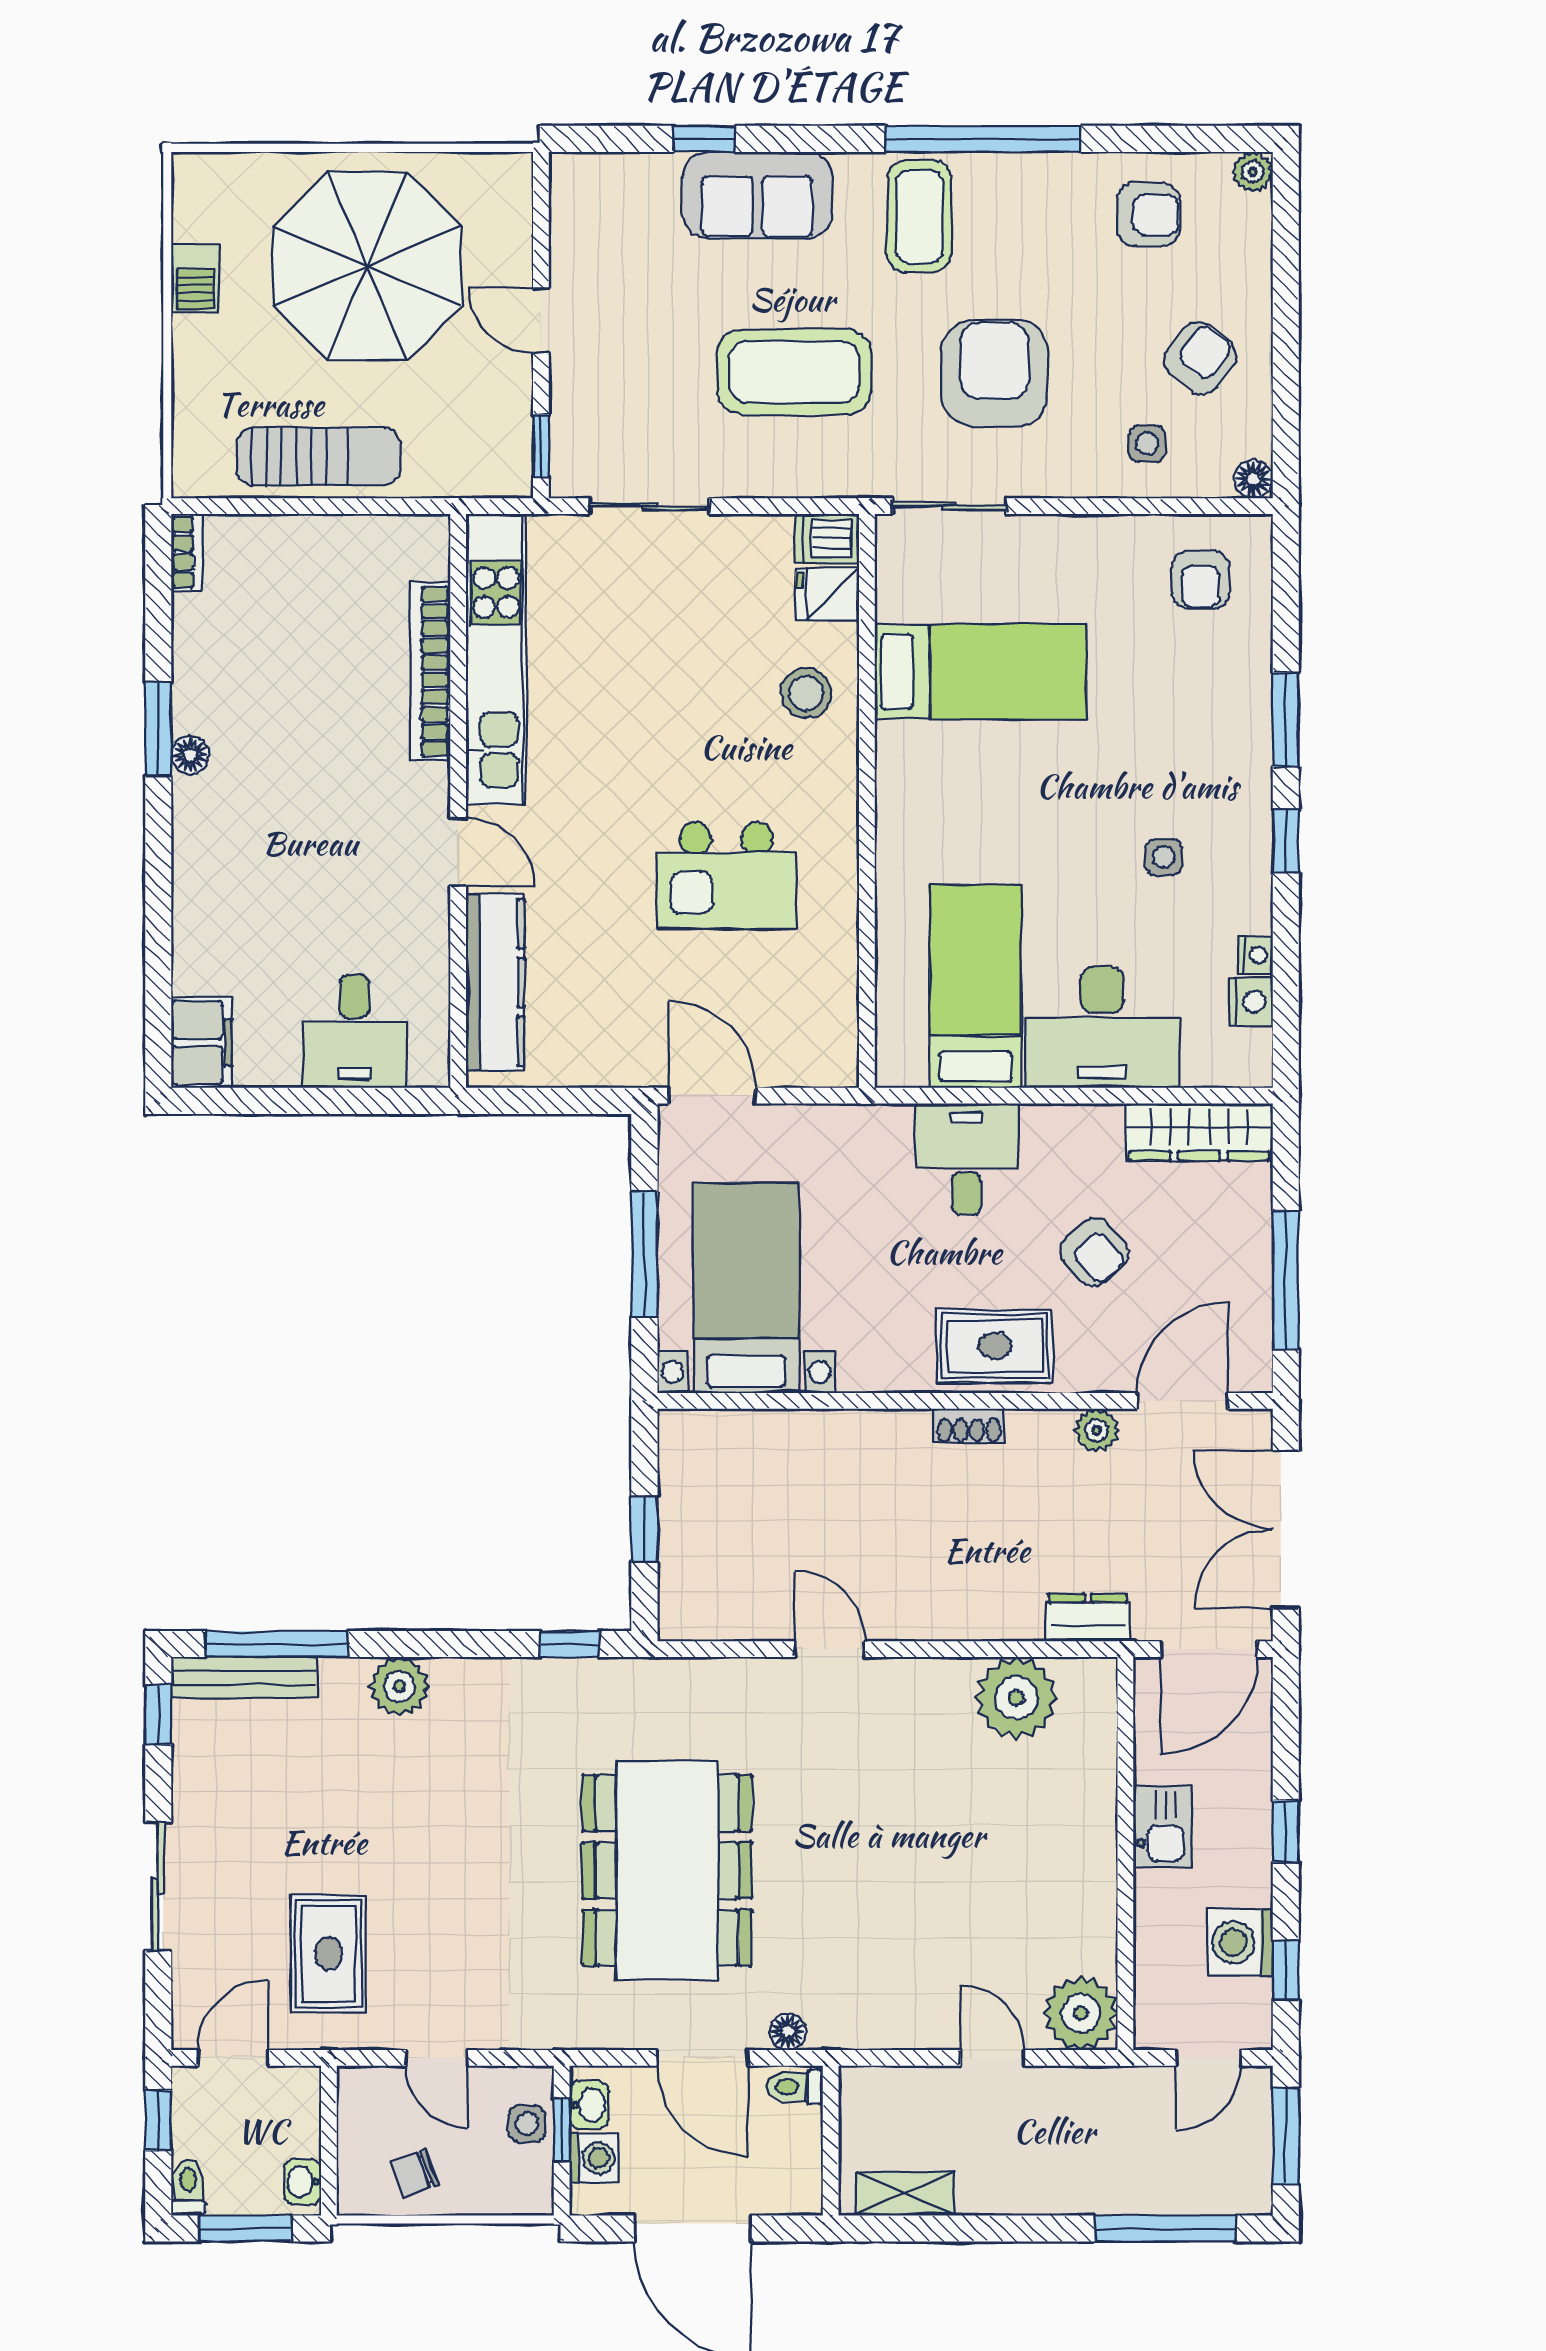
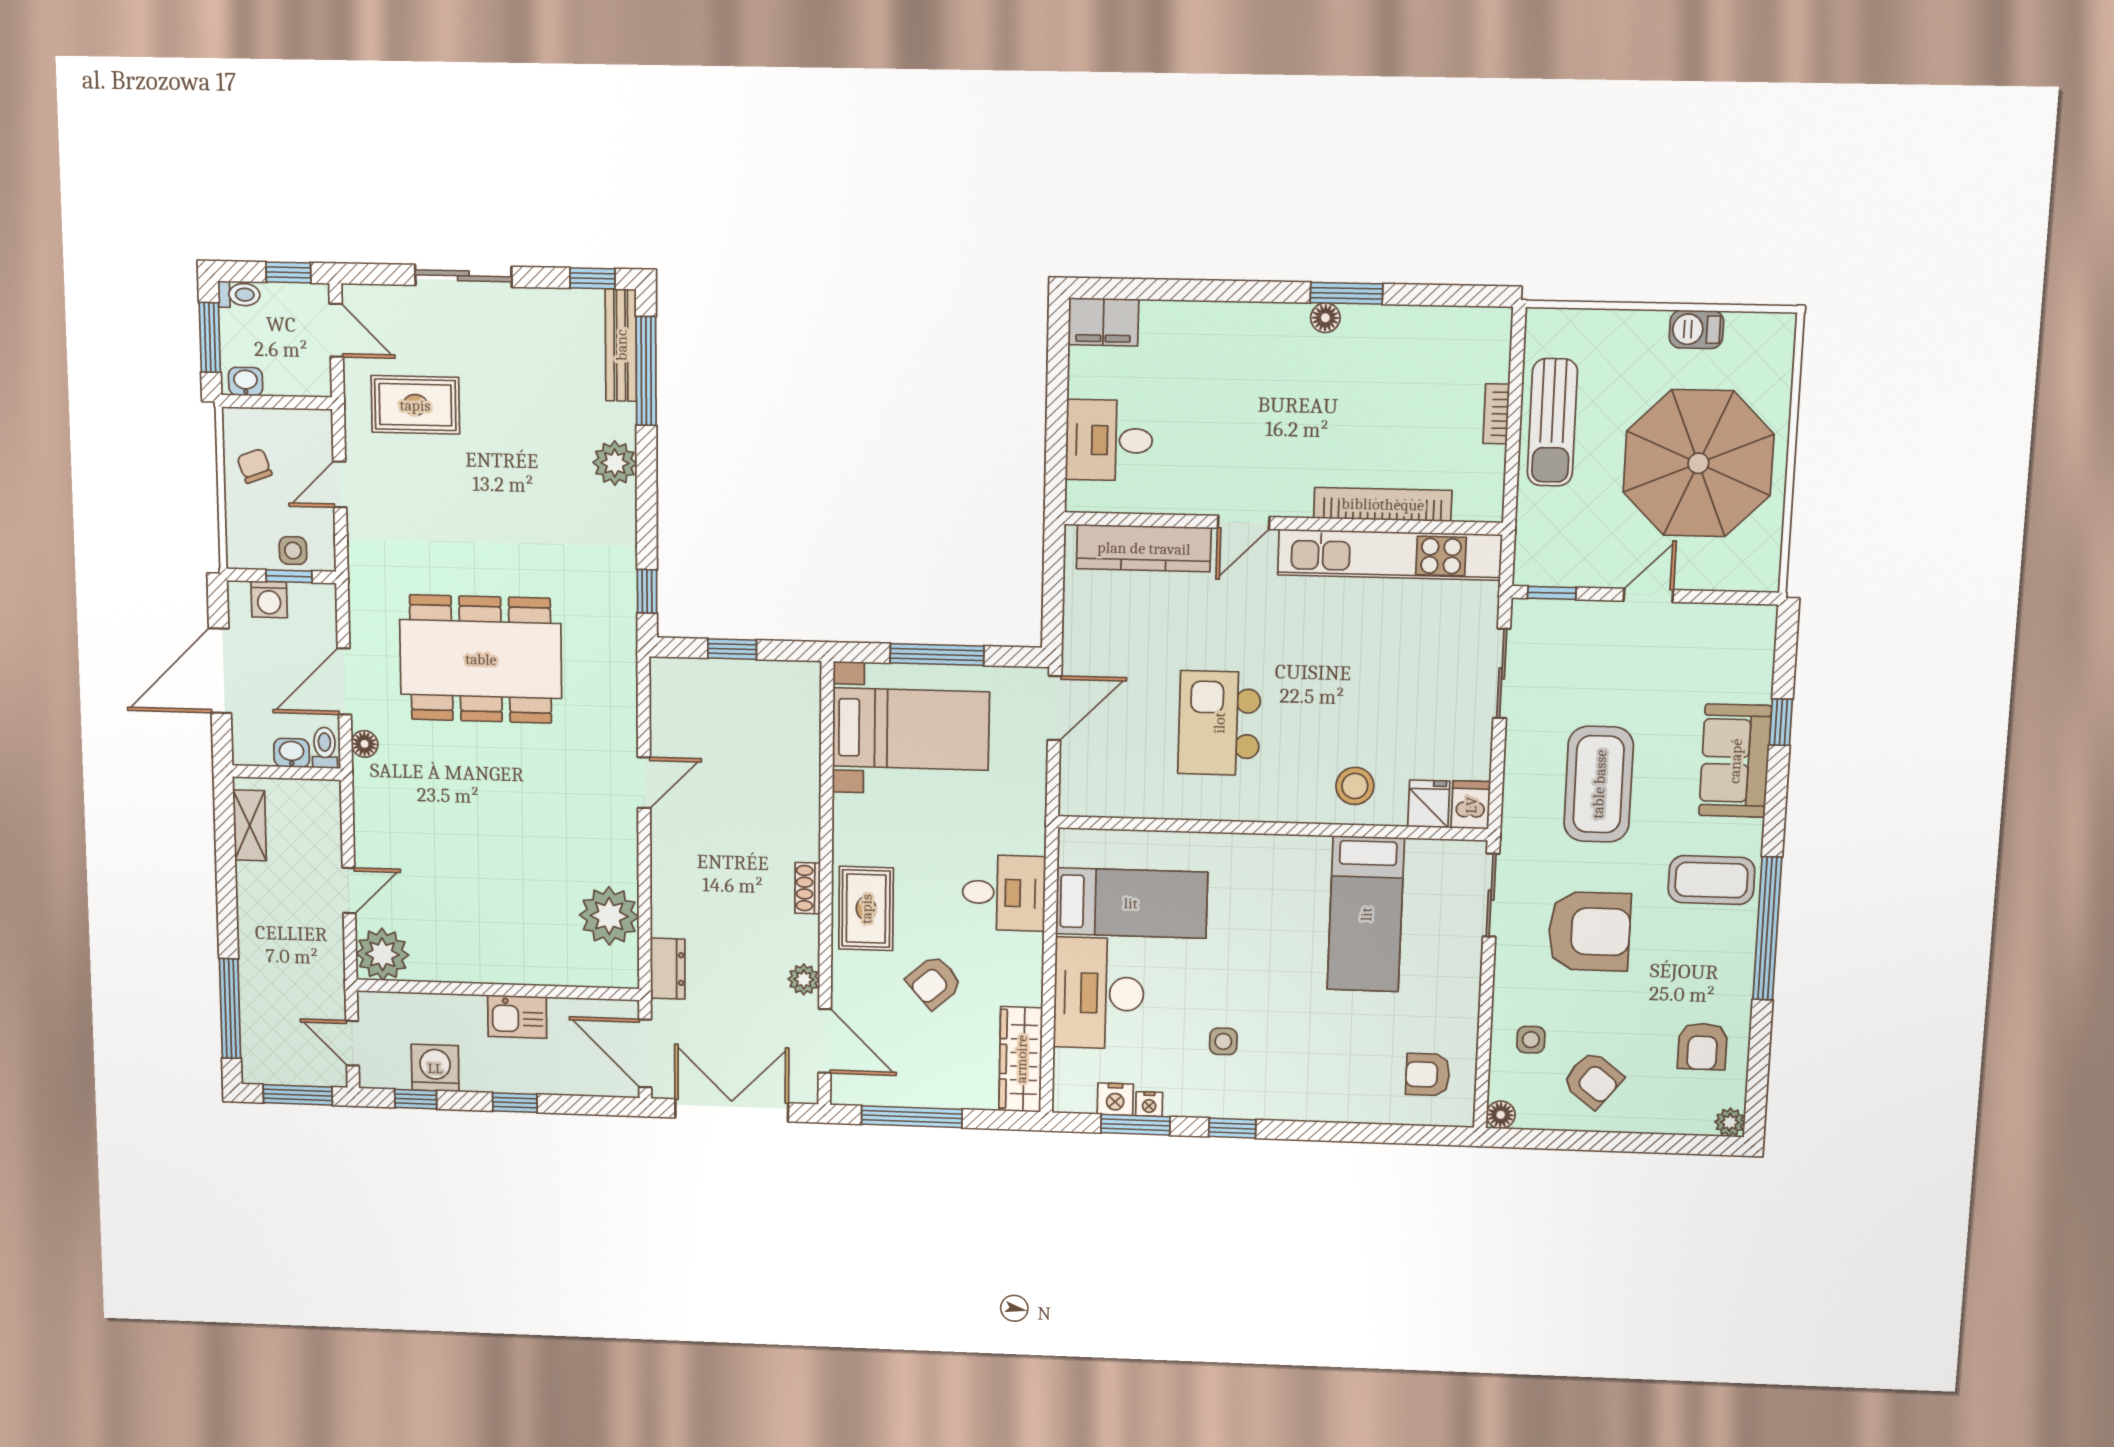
bookcase: (187, 553) -> (1496, 414), moved, turned 90
window: (1286, 720) -> (1135, 1125), moved
washbasin: (589, 2105) -> (292, 753), moved, turned 180

